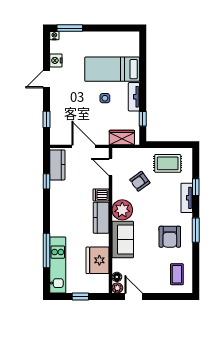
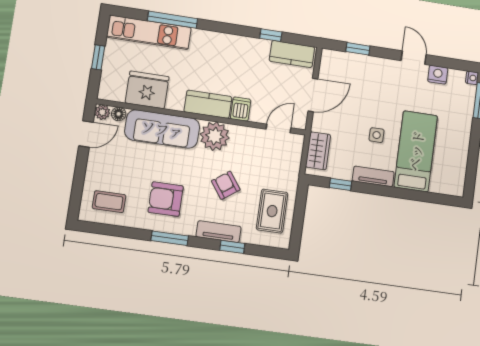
armchair: (140, 181) -> (226, 185), moved
sofa: (123, 240) -> (162, 129), width x1.36

